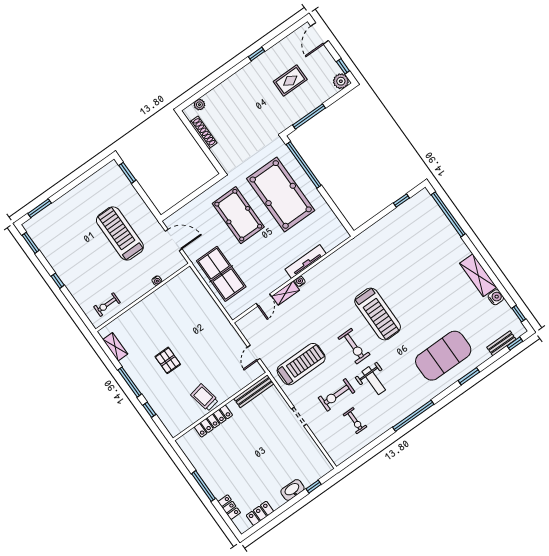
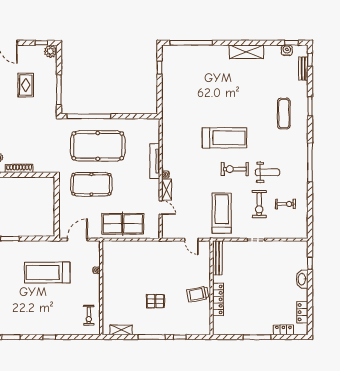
water cooler: (496, 297) -> (287, 50), moved
exercise bike: (354, 346) -> (235, 169), turned 180
exercise mat: (443, 356) -> (284, 114), width x0.50, depth x0.69

